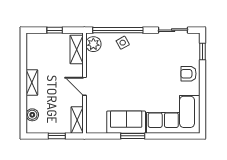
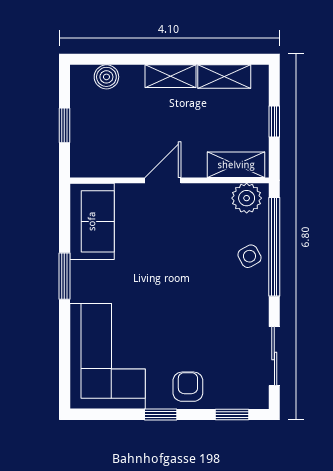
window: (202, 87) -> (161, 414), added
shelving: (77, 120) -> (224, 77), moved
sofa: (126, 122) -> (92, 221), moved

